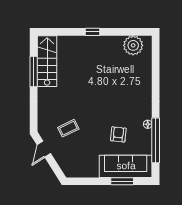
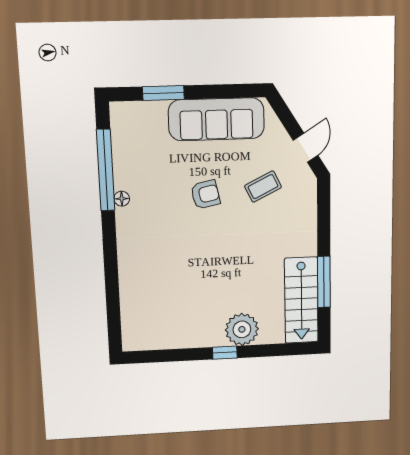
plant: (133, 45) -> (242, 329), moved
armchair: (118, 134) -> (205, 194), moved, turned -108
sofa: (126, 166) -> (216, 119), moved

